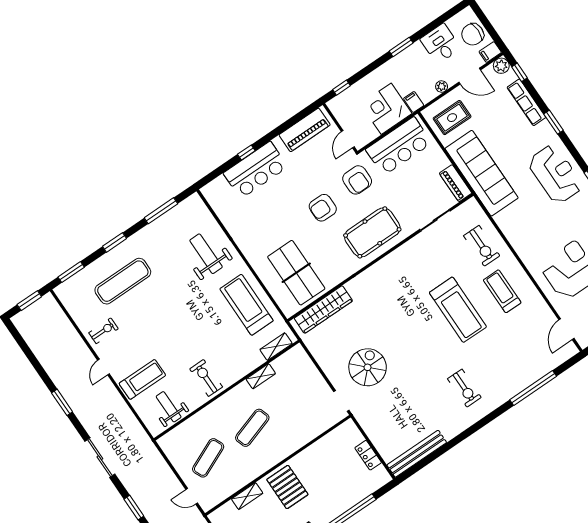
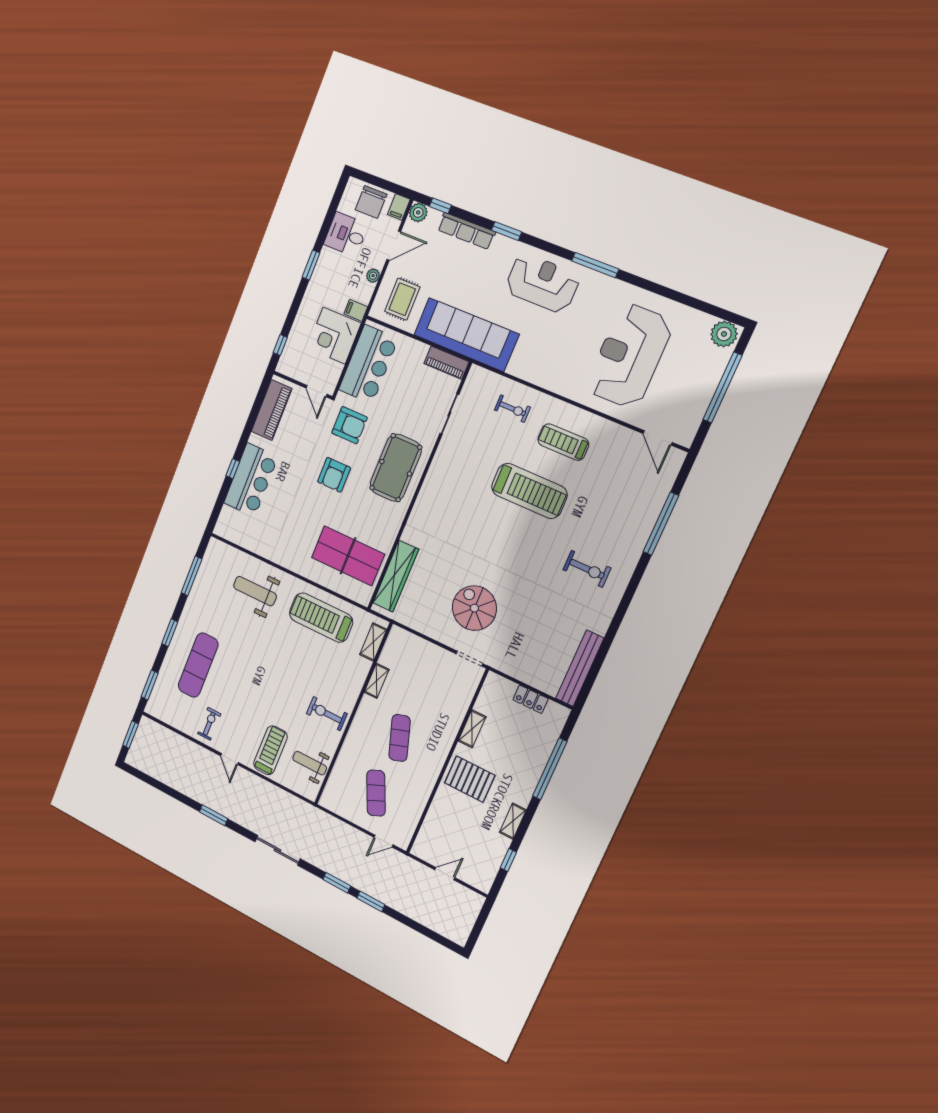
exercise bike: (482, 246) -> (512, 409), width x0.73, depth x0.72
shelving: (247, 496) -> (472, 729), moved

